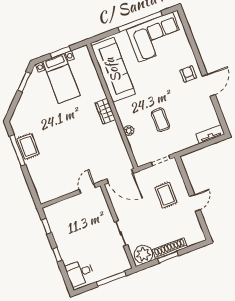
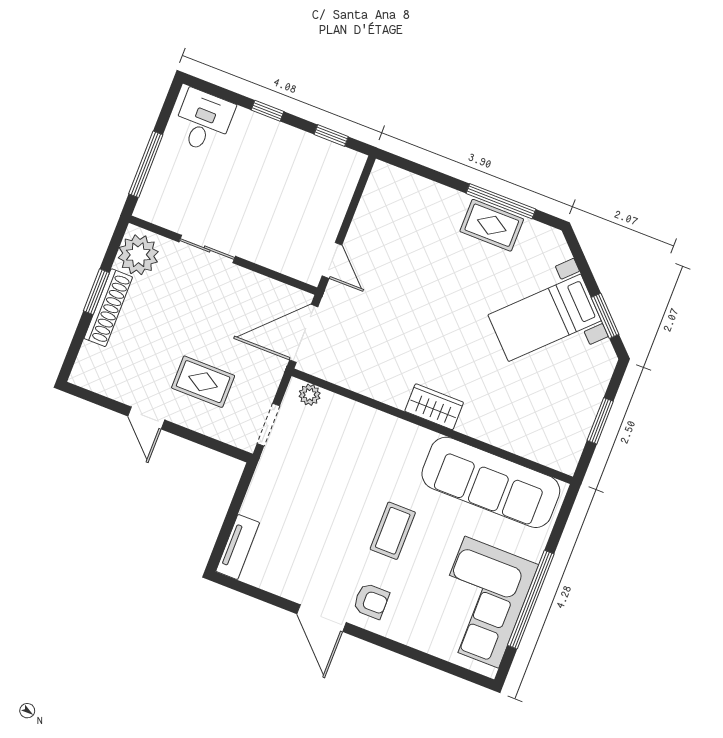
bed with nightstands: (61, 78) -> (545, 318), moved, turned -45
coffee table: (160, 120) -> (393, 531), moved, turned 90
plant: (129, 131) -> (310, 395), moved

